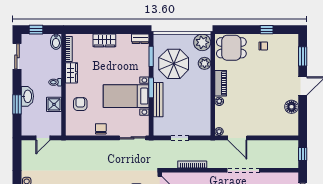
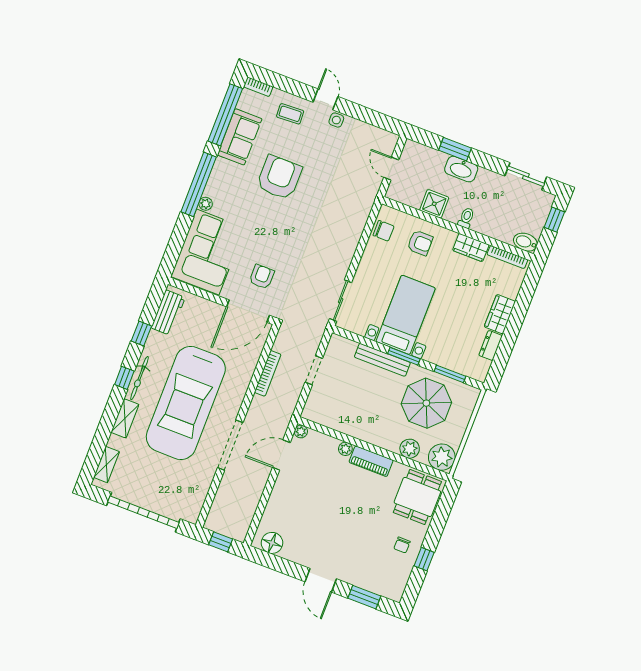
dresser: (140, 39) -> (491, 345), moved
floor lamp: (292, 107) -> (272, 543), moved
chair: (101, 129) -> (384, 231), moved

